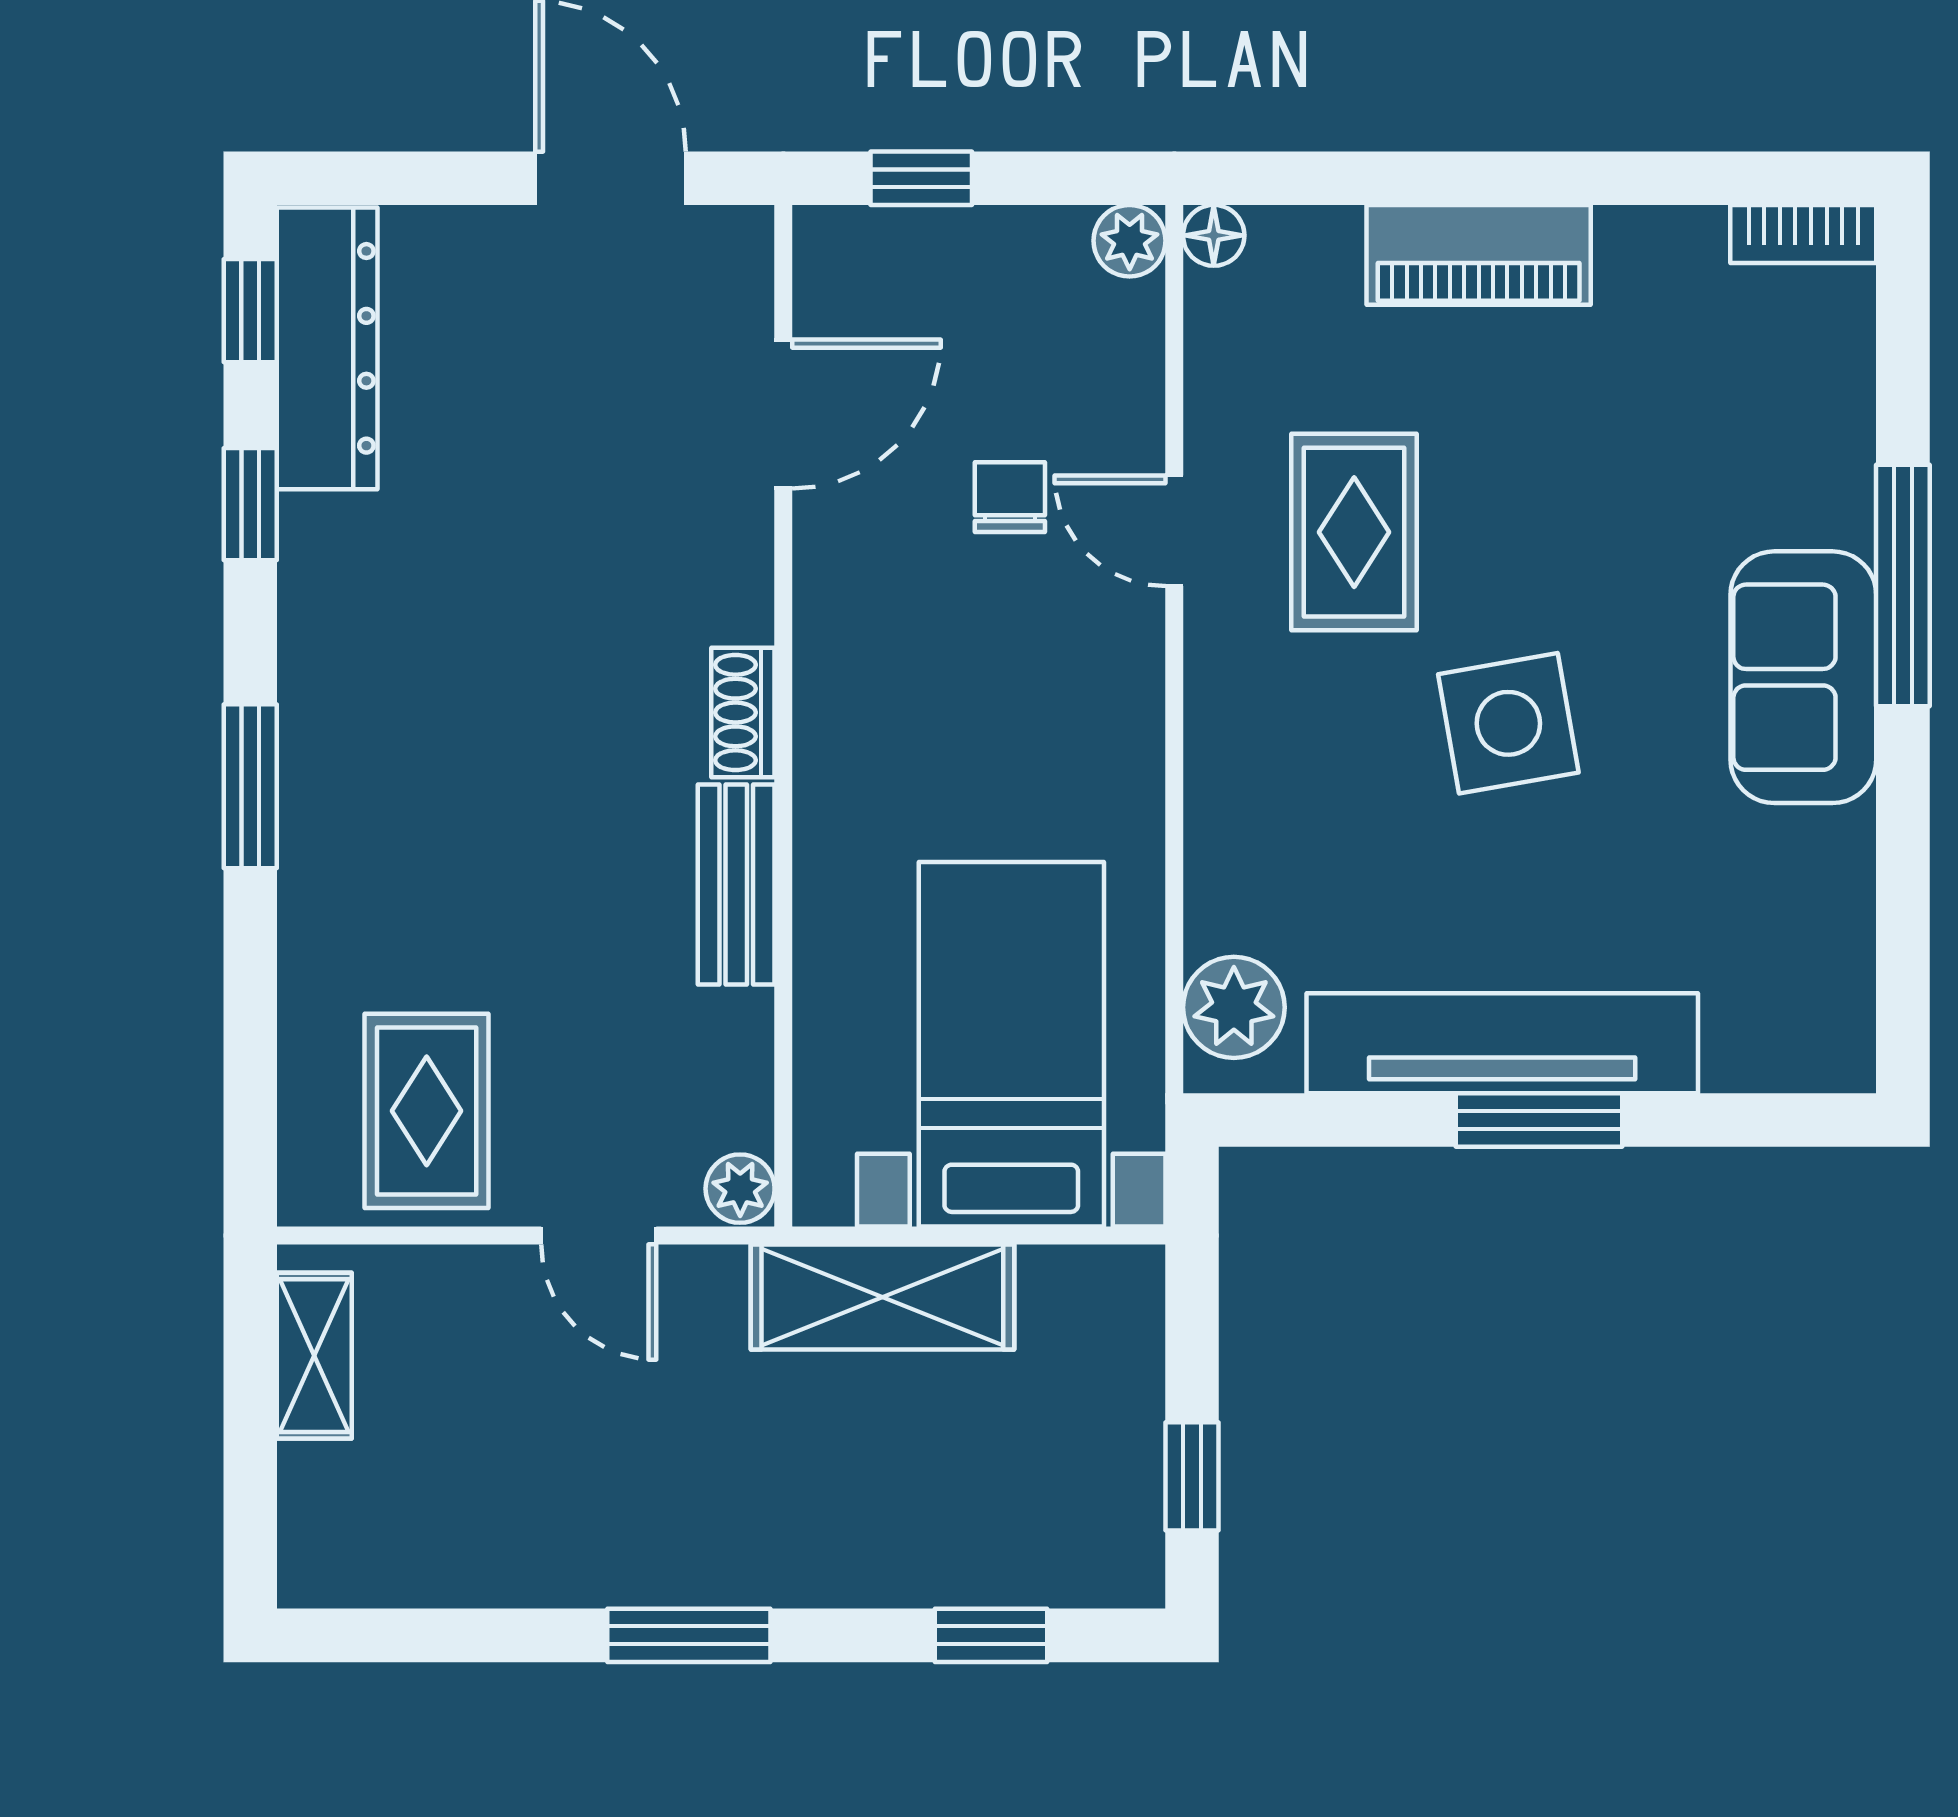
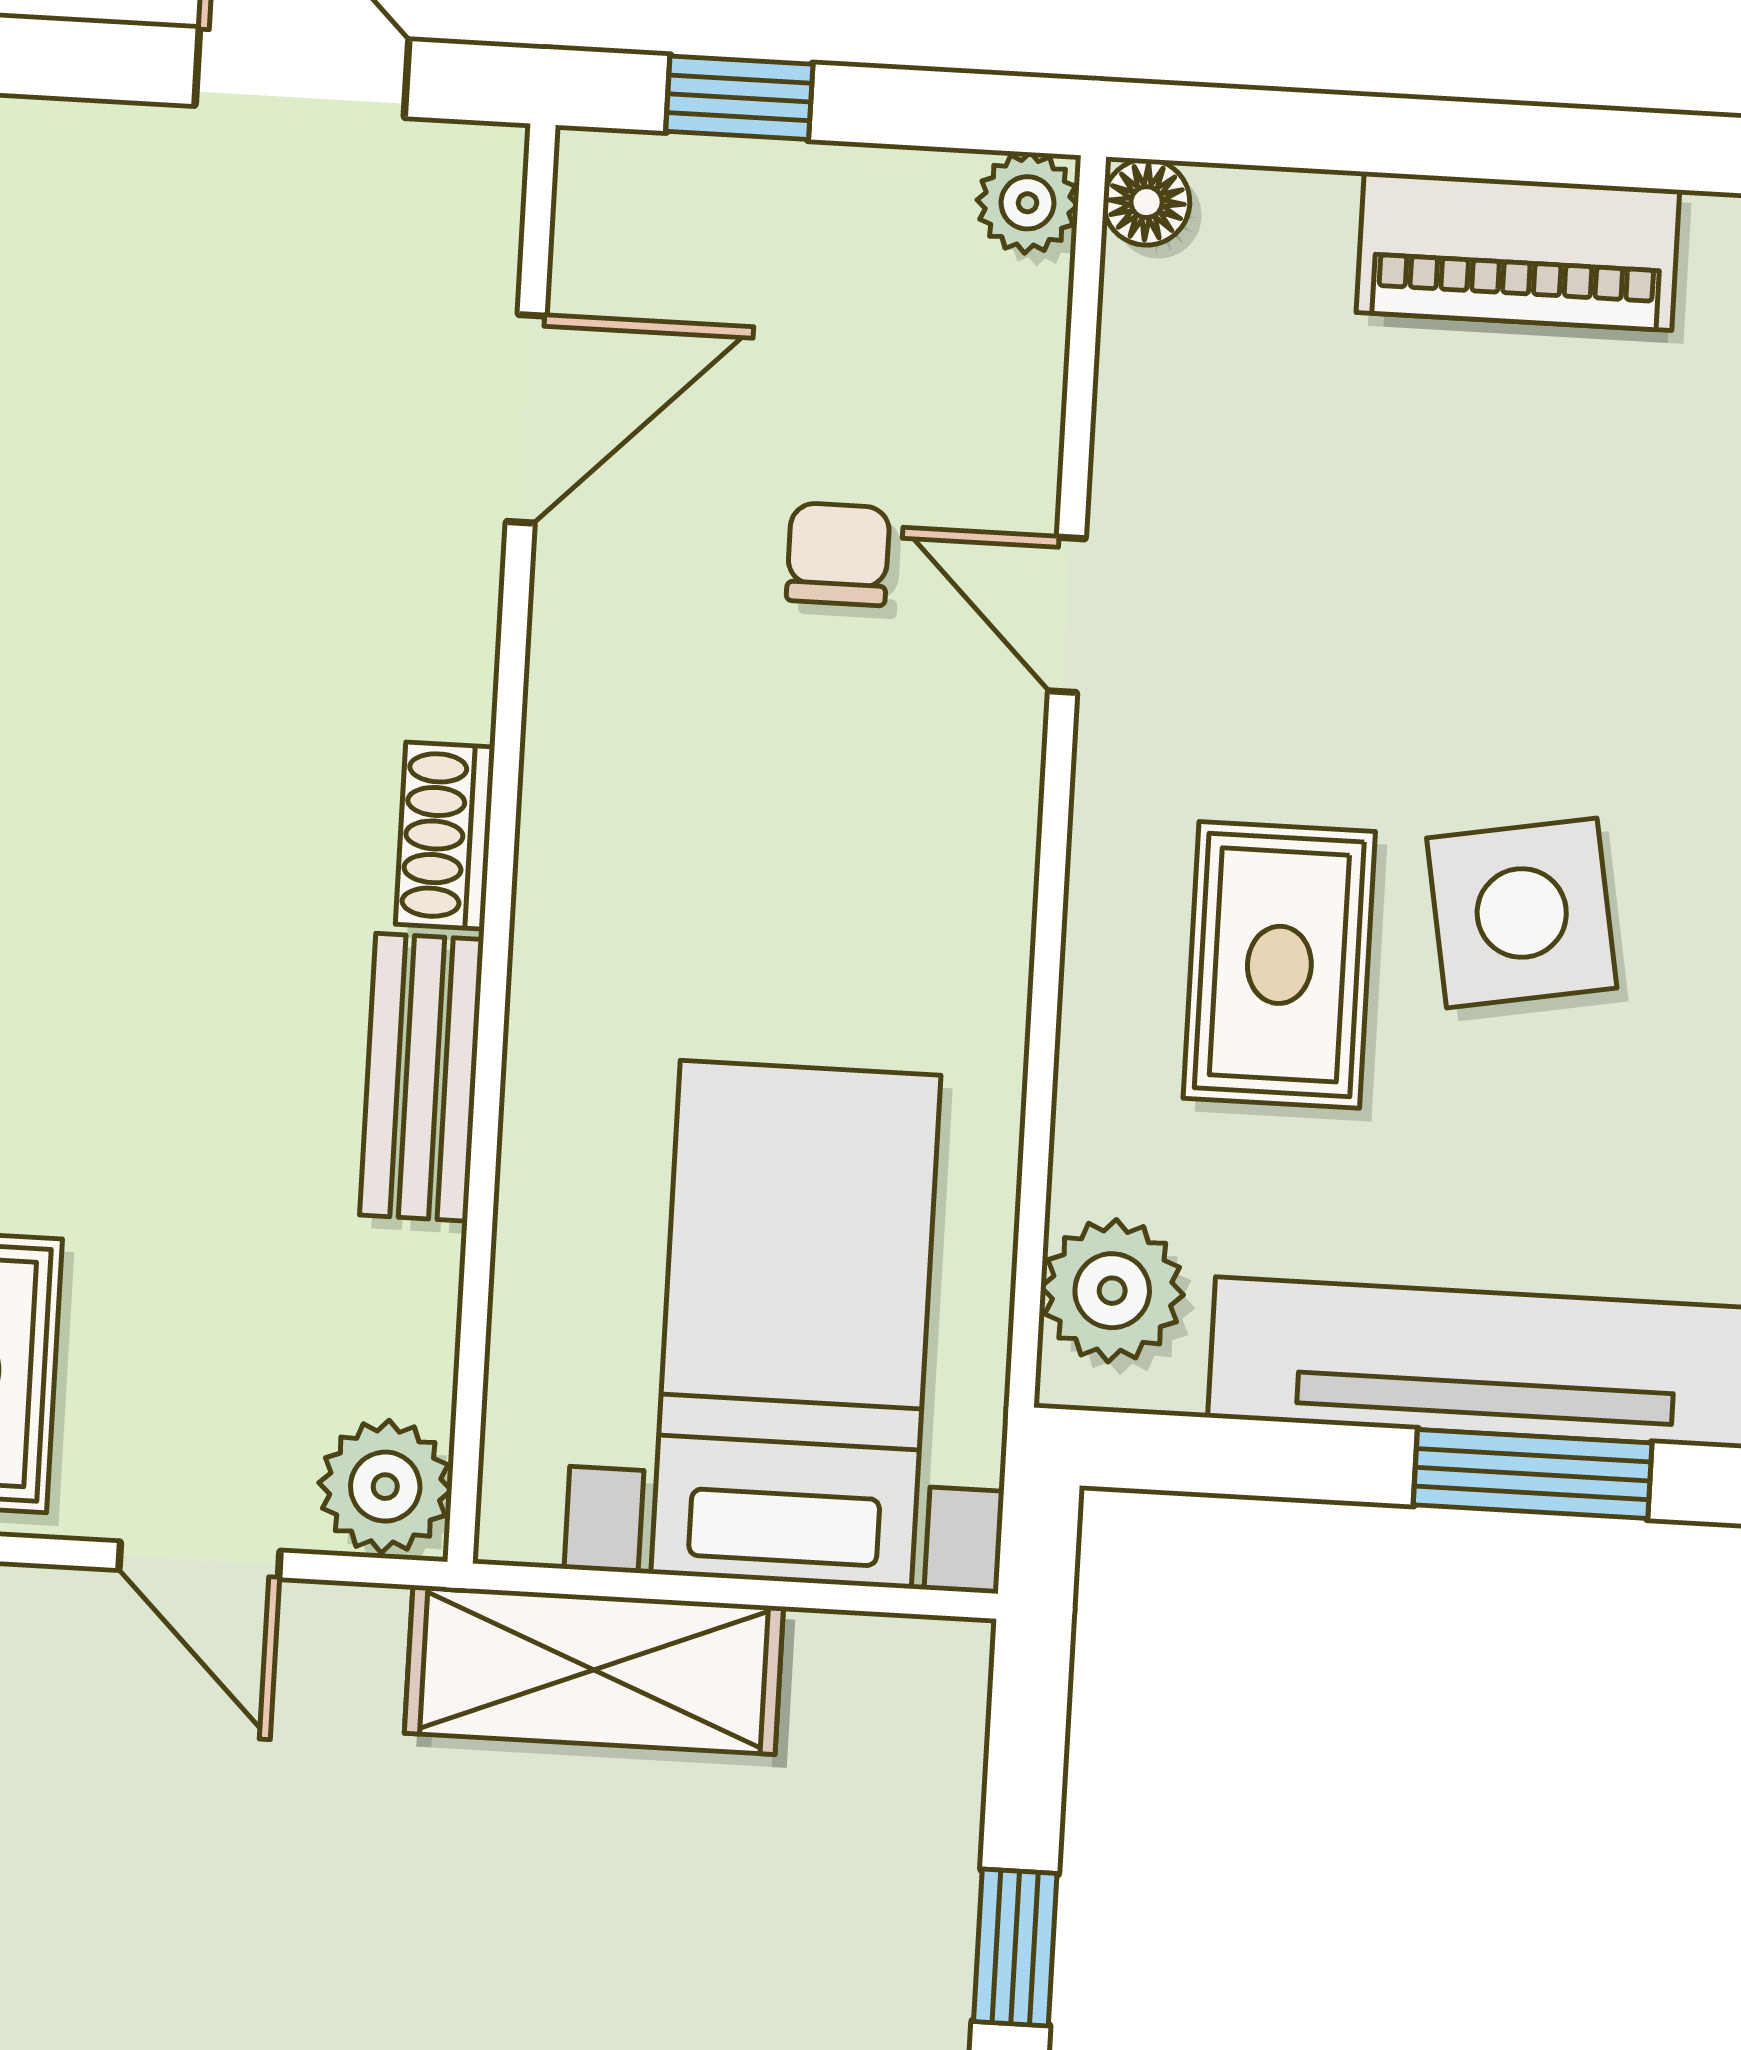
rug: (1354, 532) -> (1279, 965), moved
plant: (740, 1189) -> (385, 1487), width x1.38, depth x1.38

